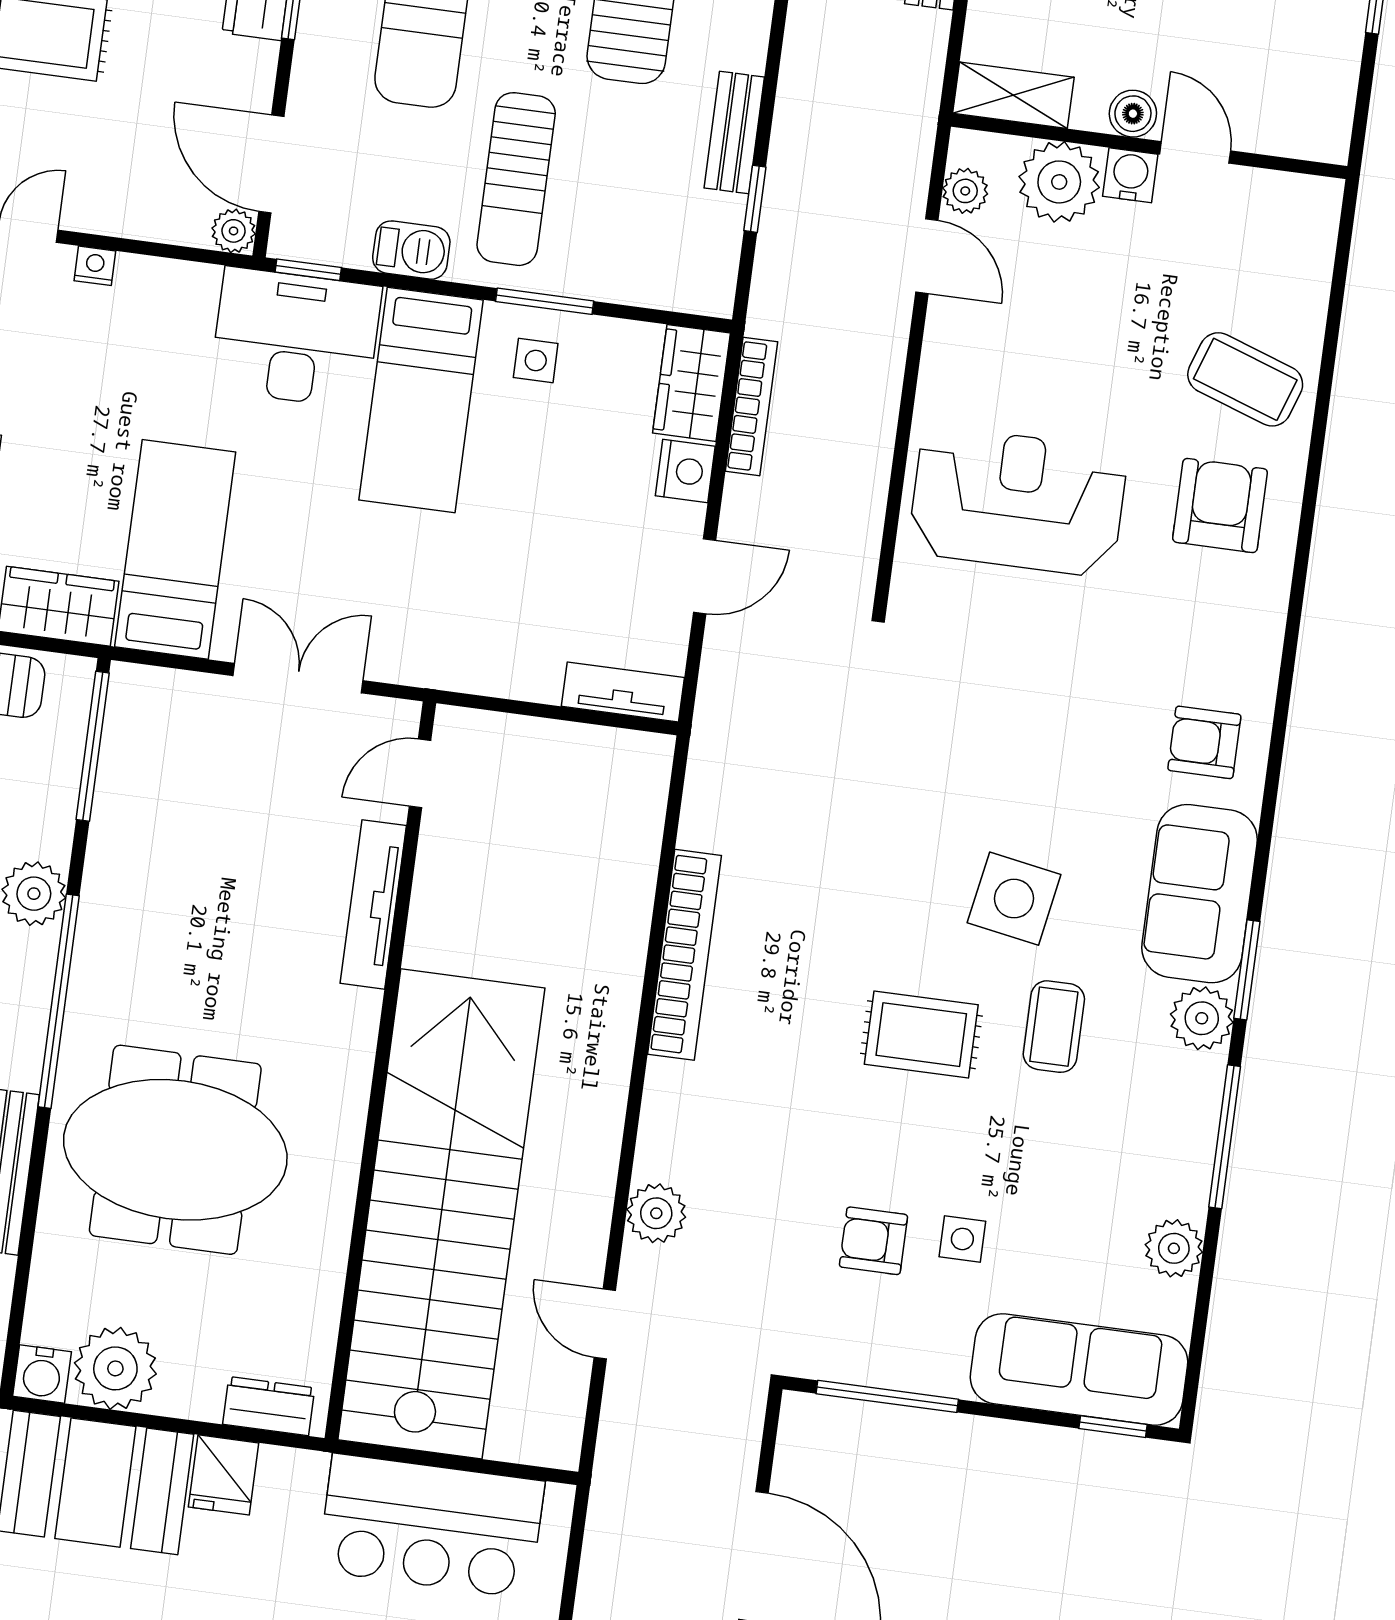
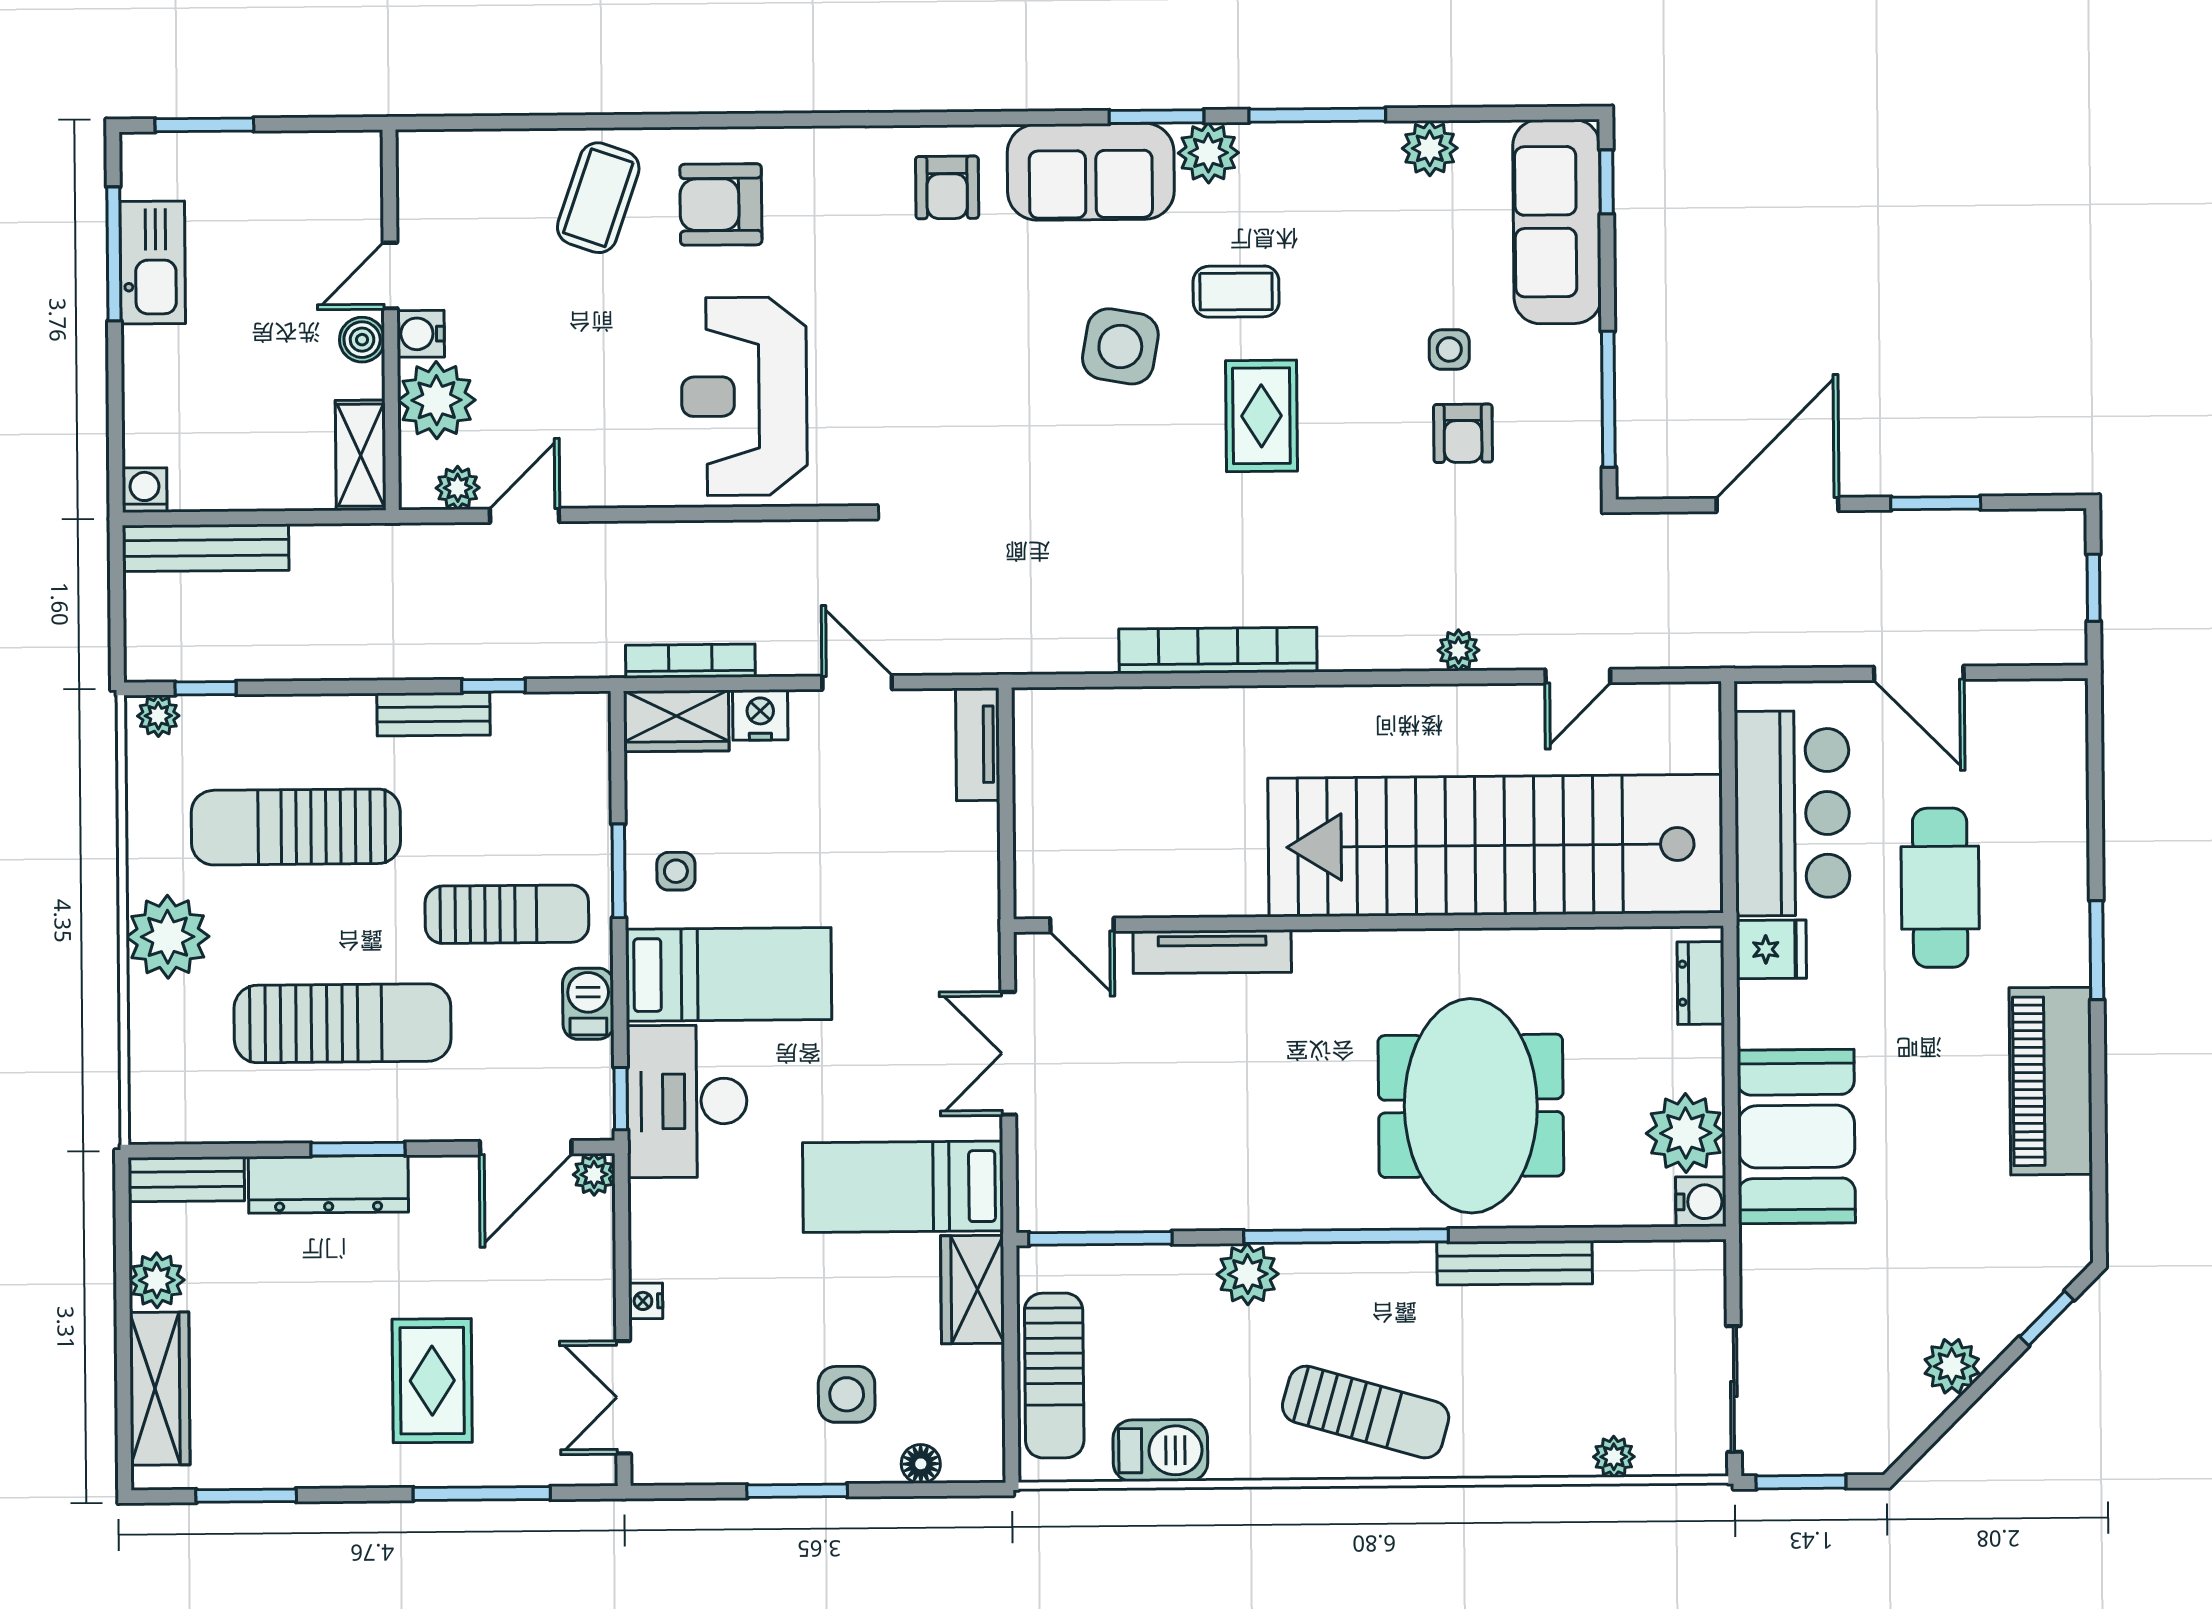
plant: (656, 1213) -> (1459, 650), width x0.73, depth x0.73
fridge: (224, 1475) -> (1771, 949), moved

